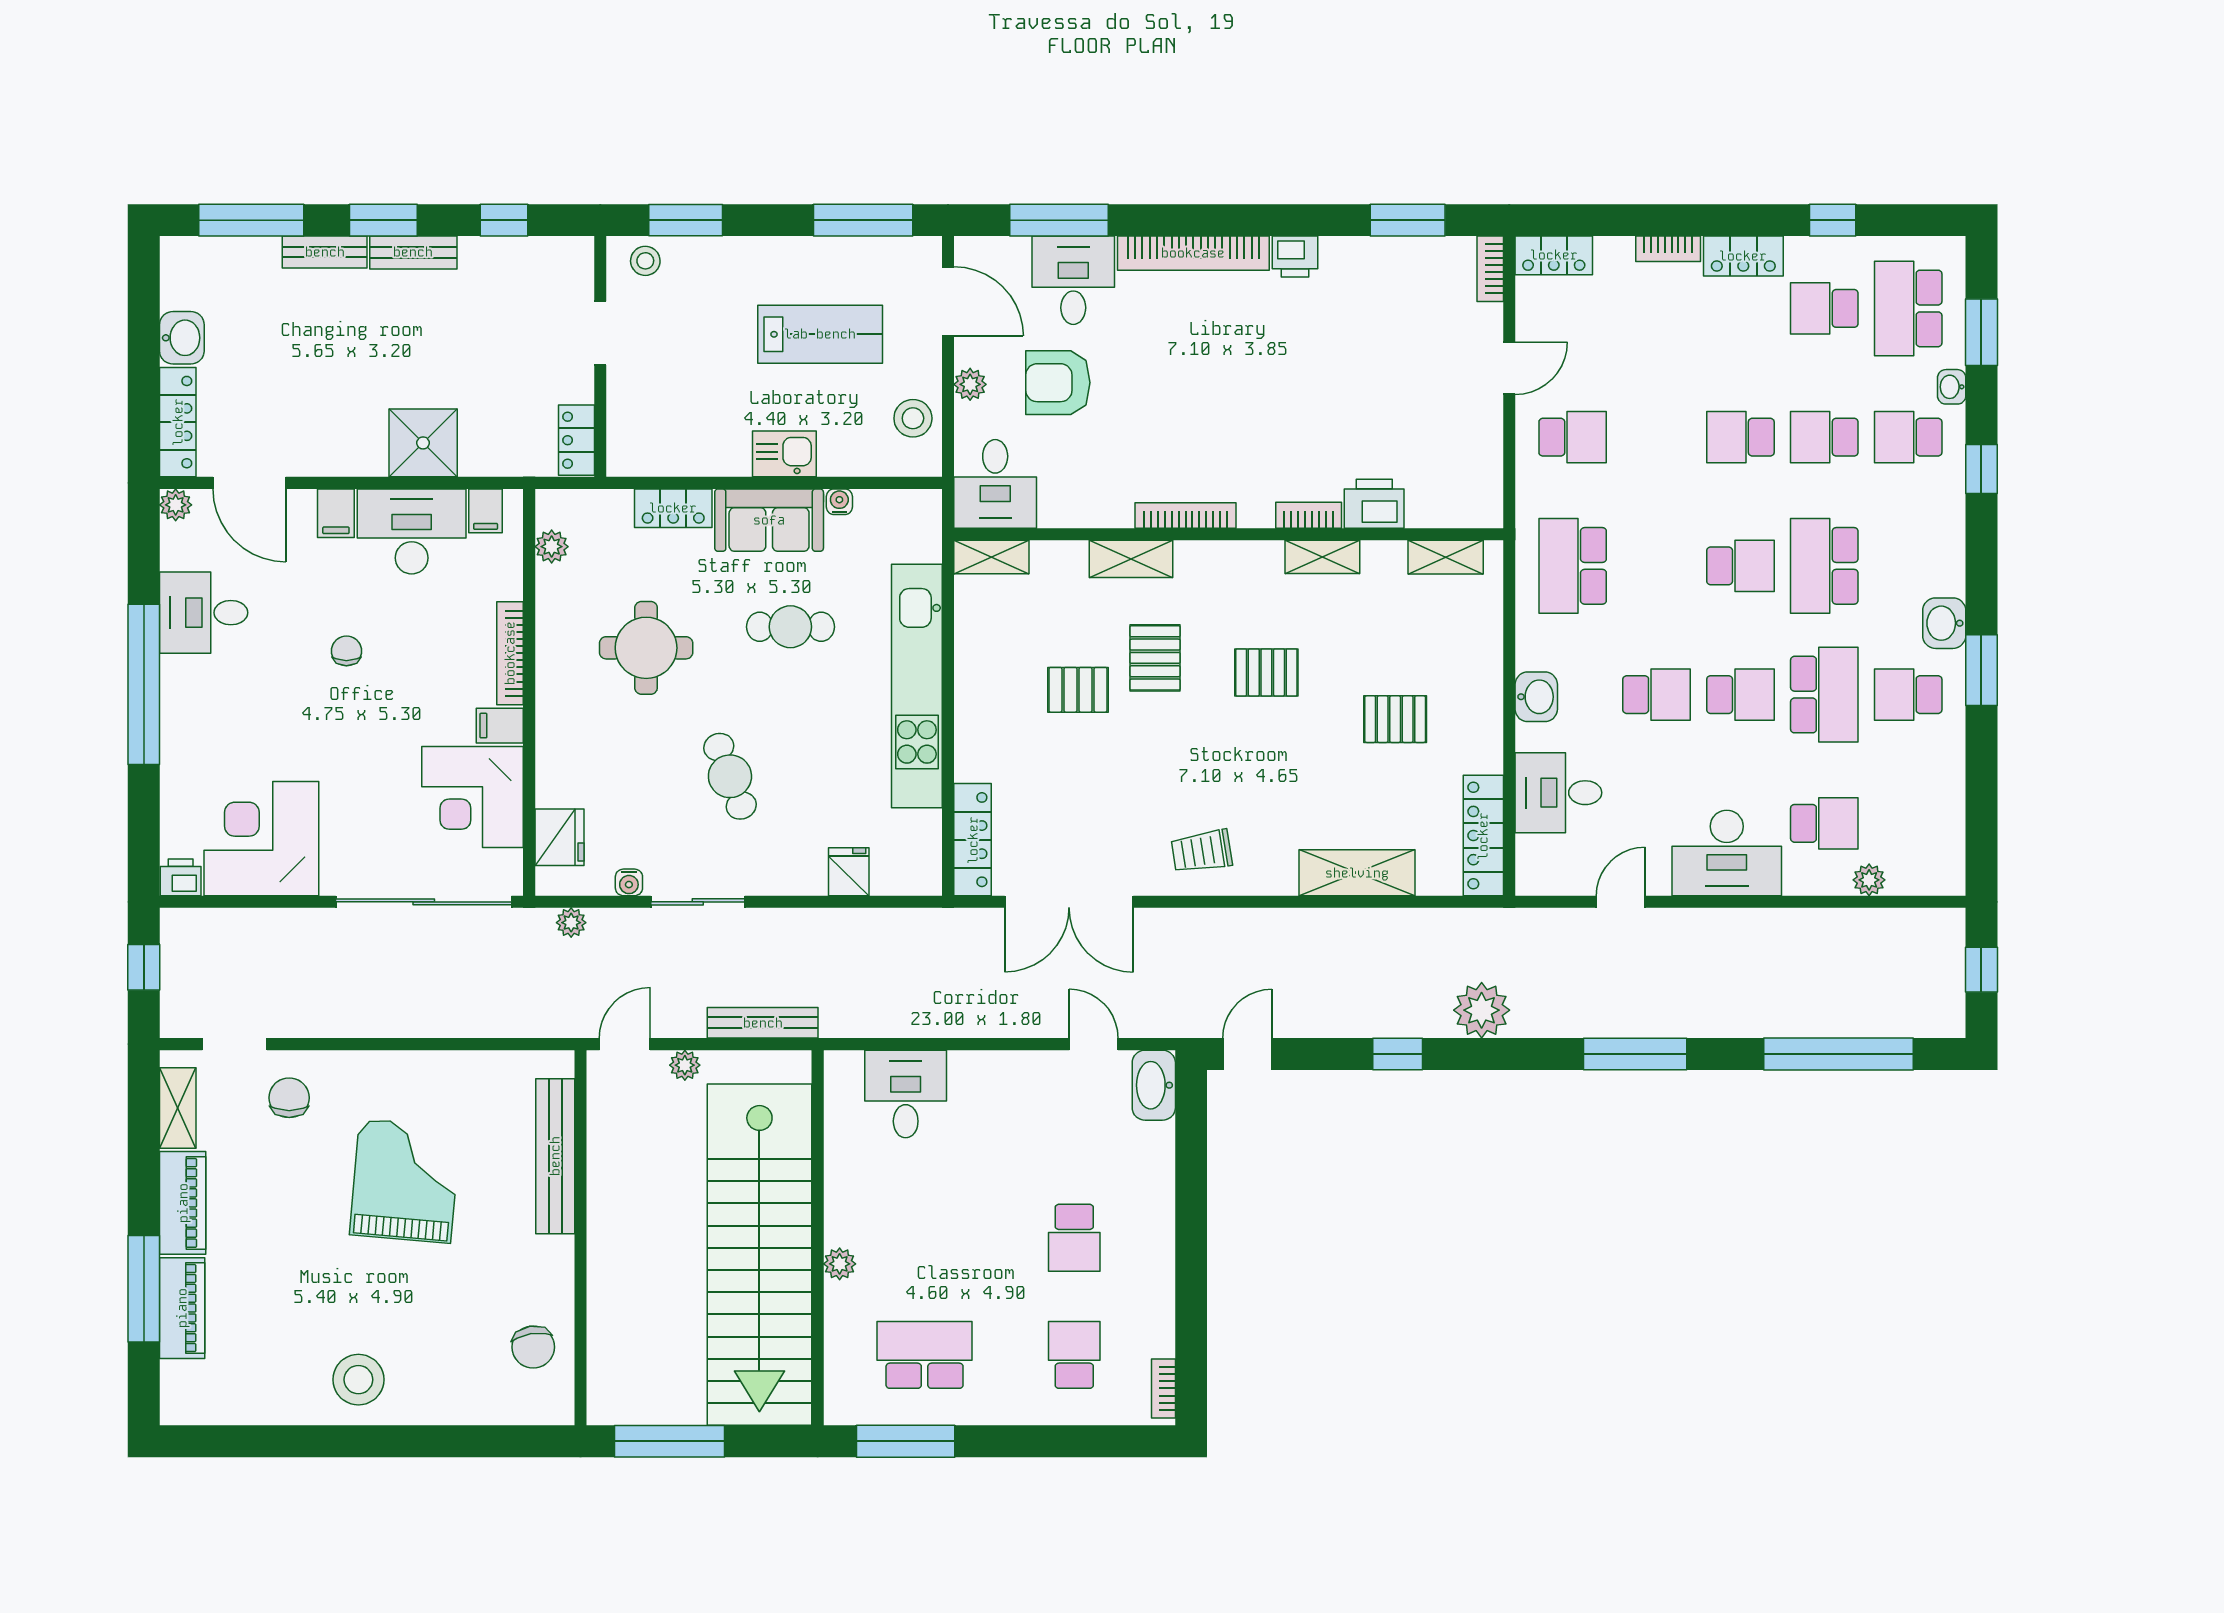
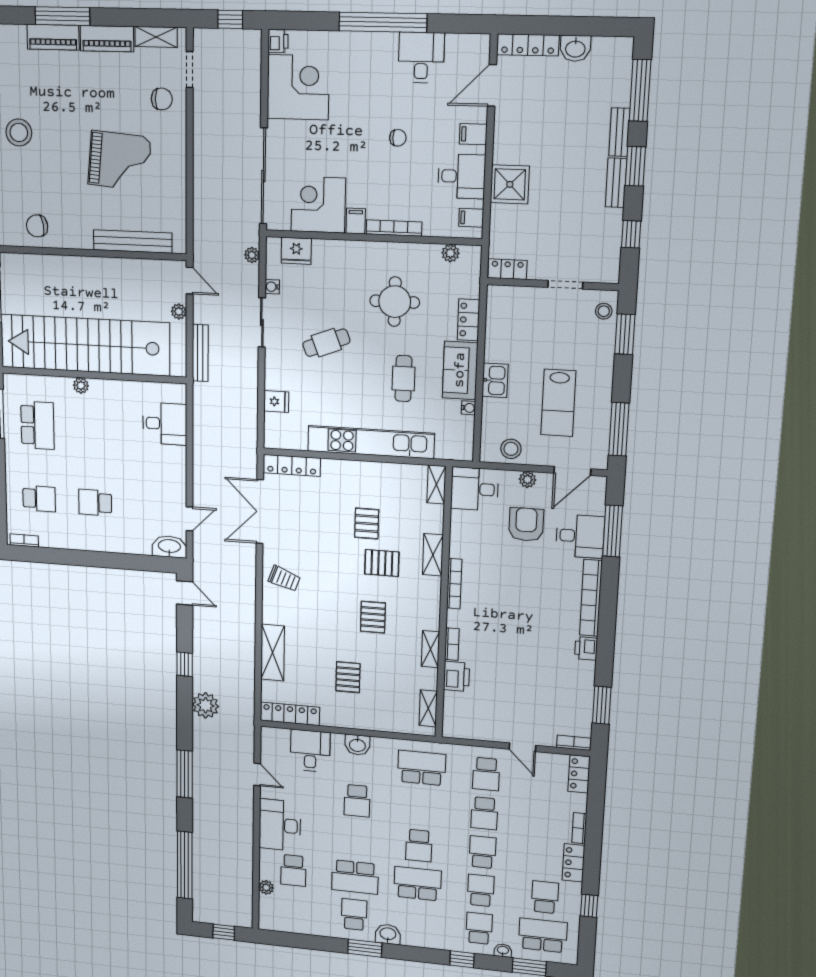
plant: (176, 505) -> (482, 43), removed
desk: (412, 531) -> (462, 176), width x0.73
school desk: (1740, 695) -> (484, 813), moved
trolley: (1202, 851) -> (284, 579), turned 119

